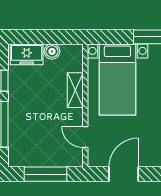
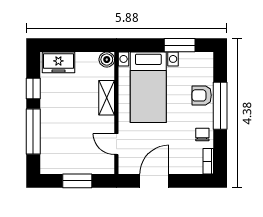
boiler: (52, 51) -> (107, 60), moved
window: (46, 174) -> (77, 181), width x0.69

